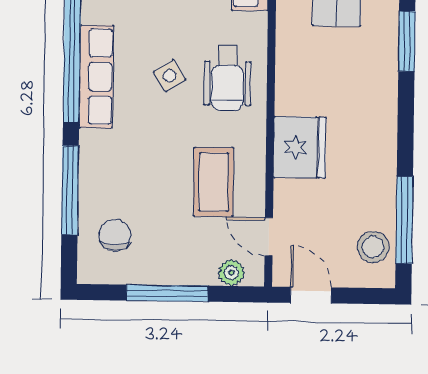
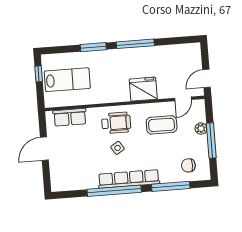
row of seats: (96, 77) -> (129, 179), width x1.36
window: (404, 220) -> (135, 44), moved
stool: (373, 247) -> (183, 54), removed
plant: (231, 273) -> (201, 129), moved

